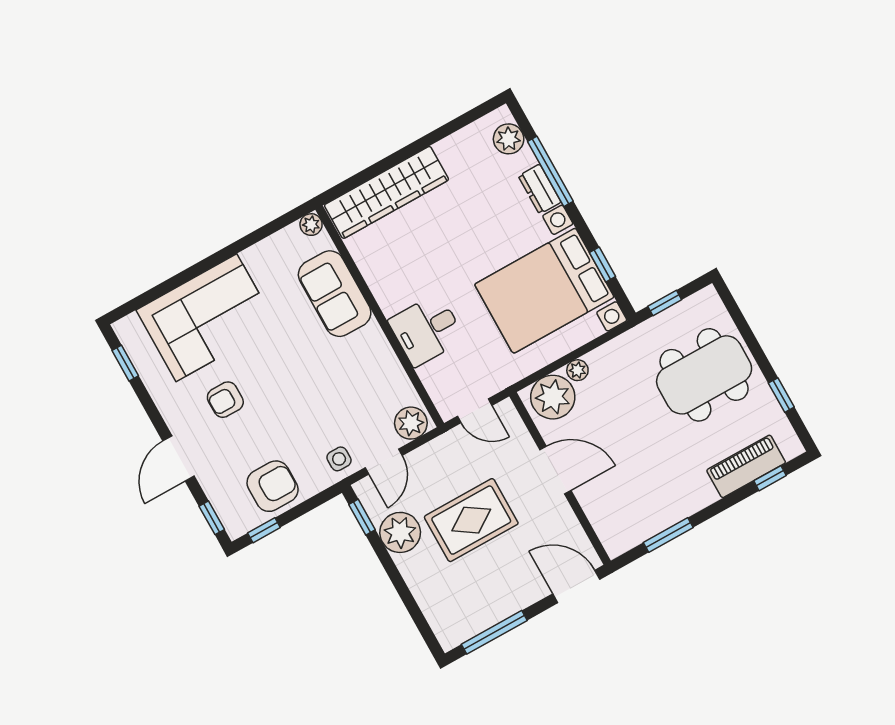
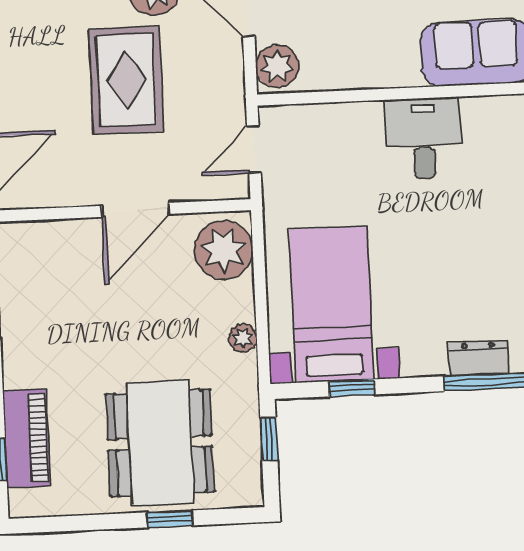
bed with nightstands: (544, 291) -> (332, 304), width x0.73
desk: (427, 330) -> (424, 138), moved
plant: (577, 370) -> (243, 338), moved
window: (781, 395) -> (170, 519), moved

